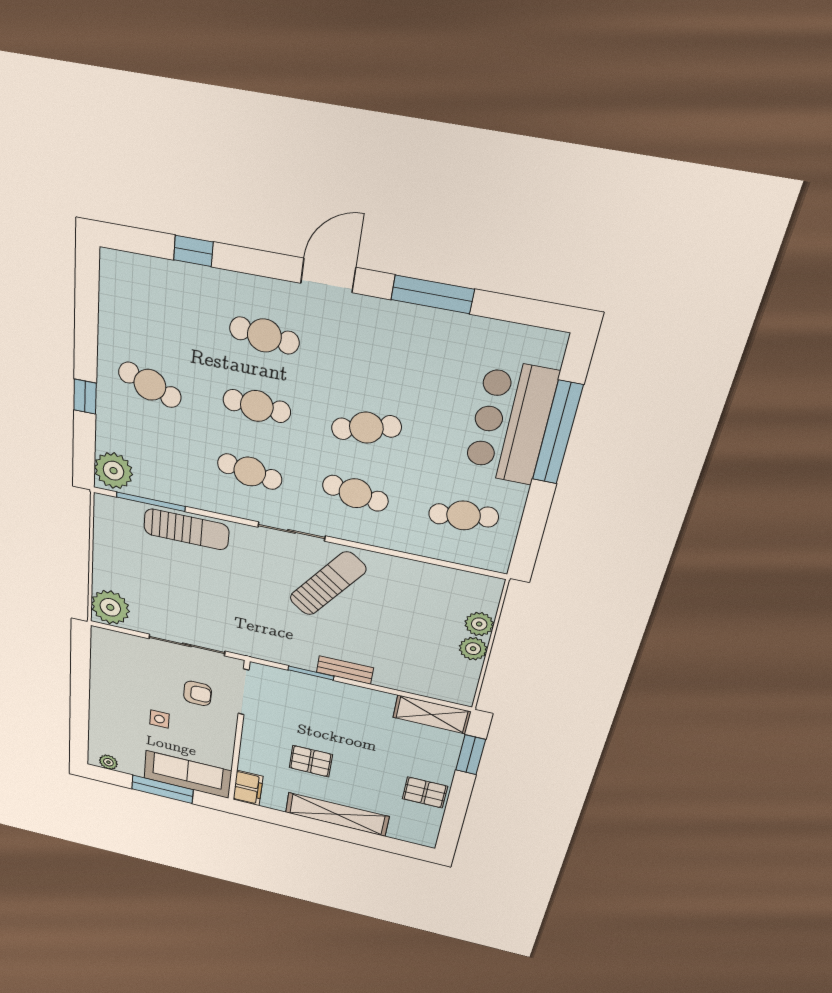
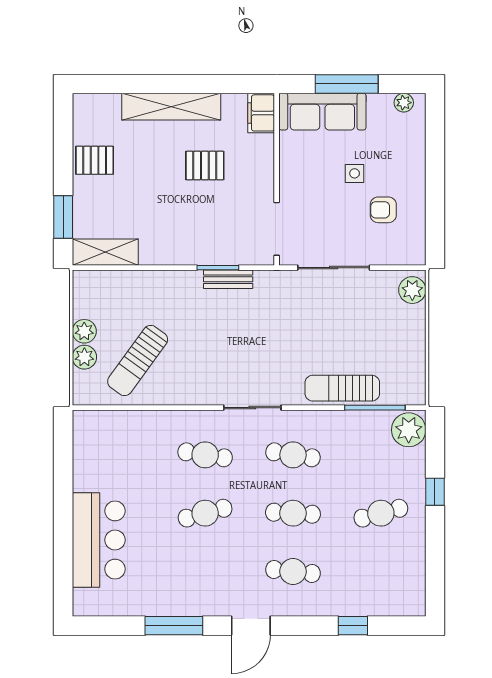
cafe table: (150, 385) -> (381, 513), turned -36
window: (557, 433) -> (63, 539), removed
cafe table: (464, 515) -> (117, 455), removed
sun lounger: (328, 584) -> (138, 360), moved
plant: (110, 607) -> (412, 290), width x0.73, depth x0.73
bench: (345, 670) -> (228, 279), moved
armchair: (197, 693) -> (383, 210), moved

